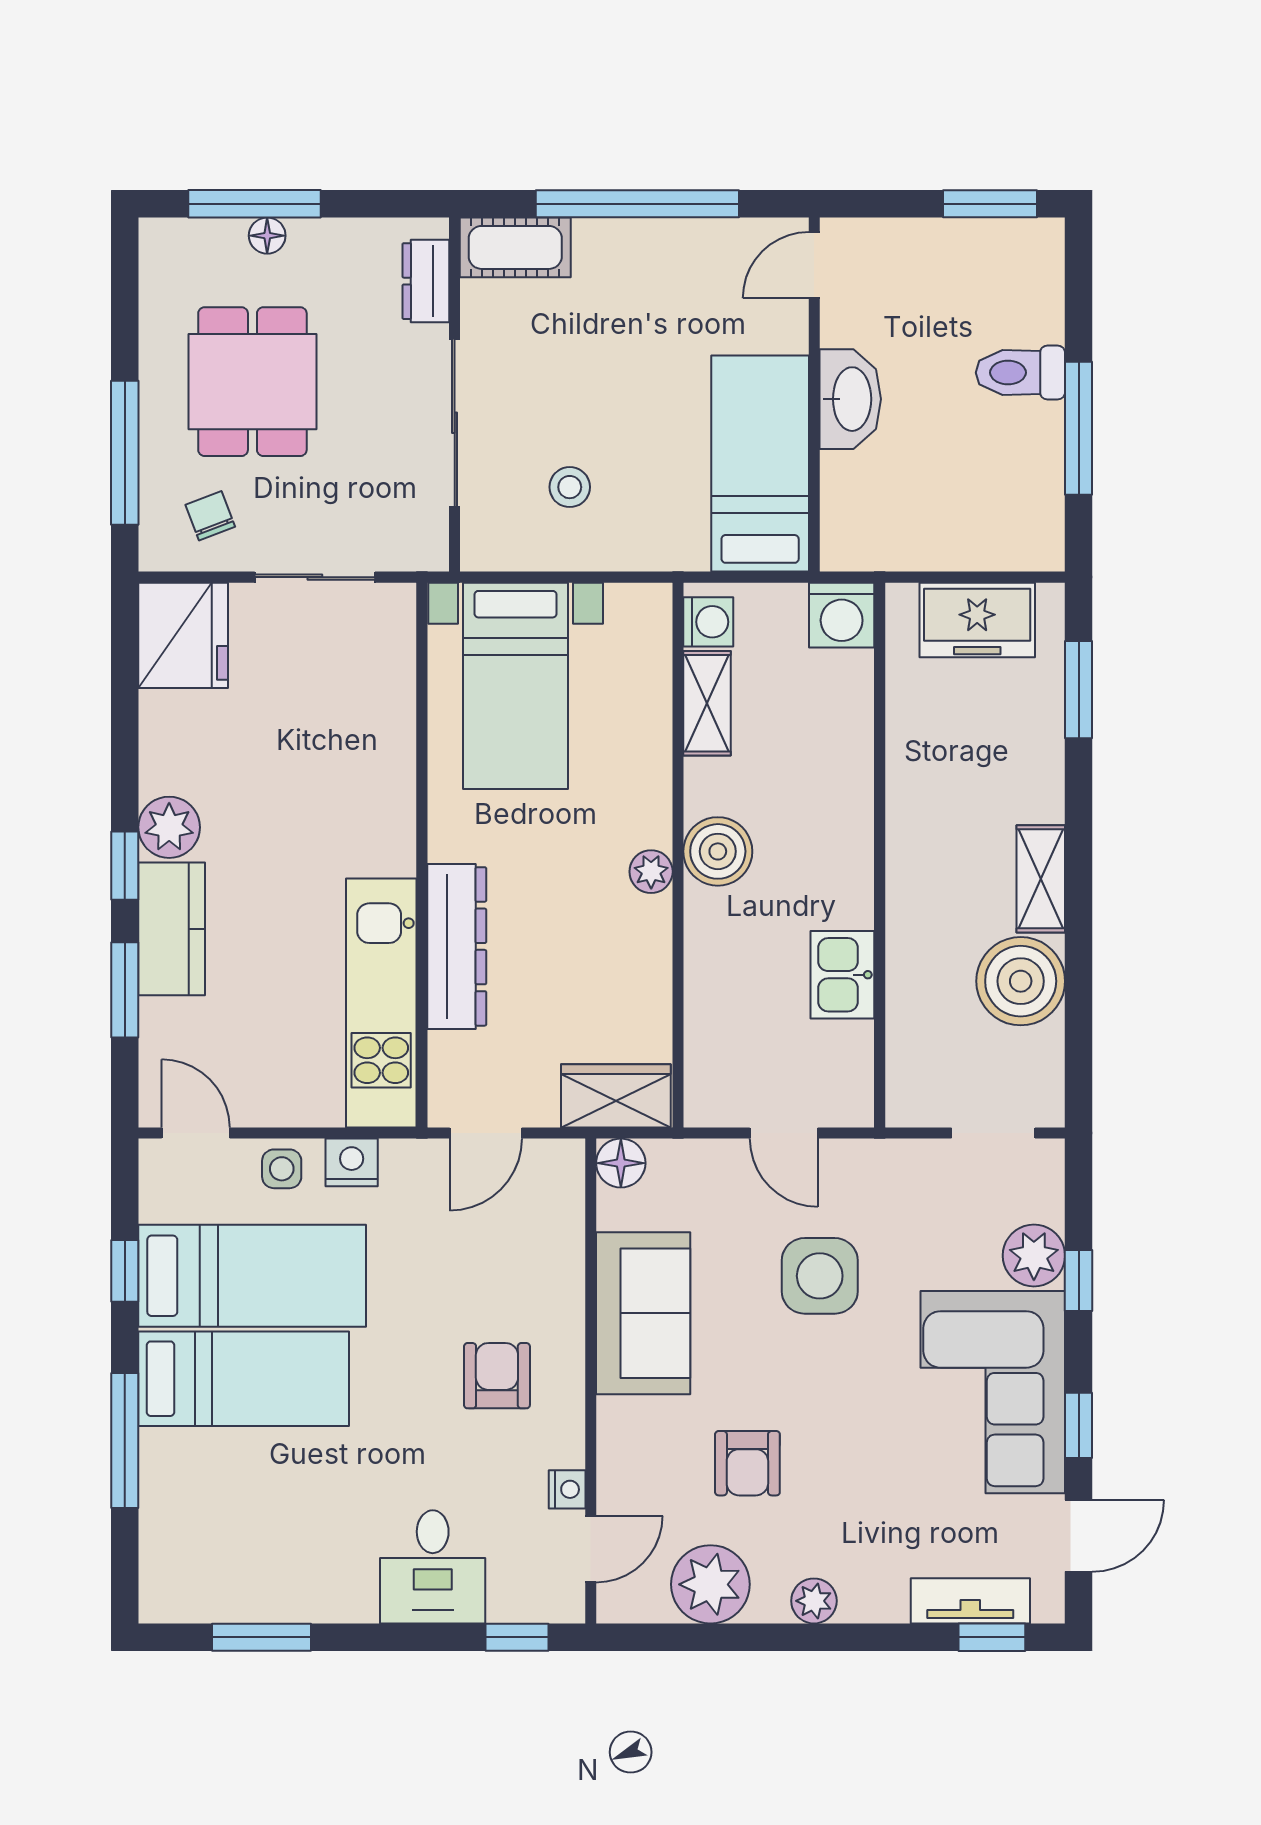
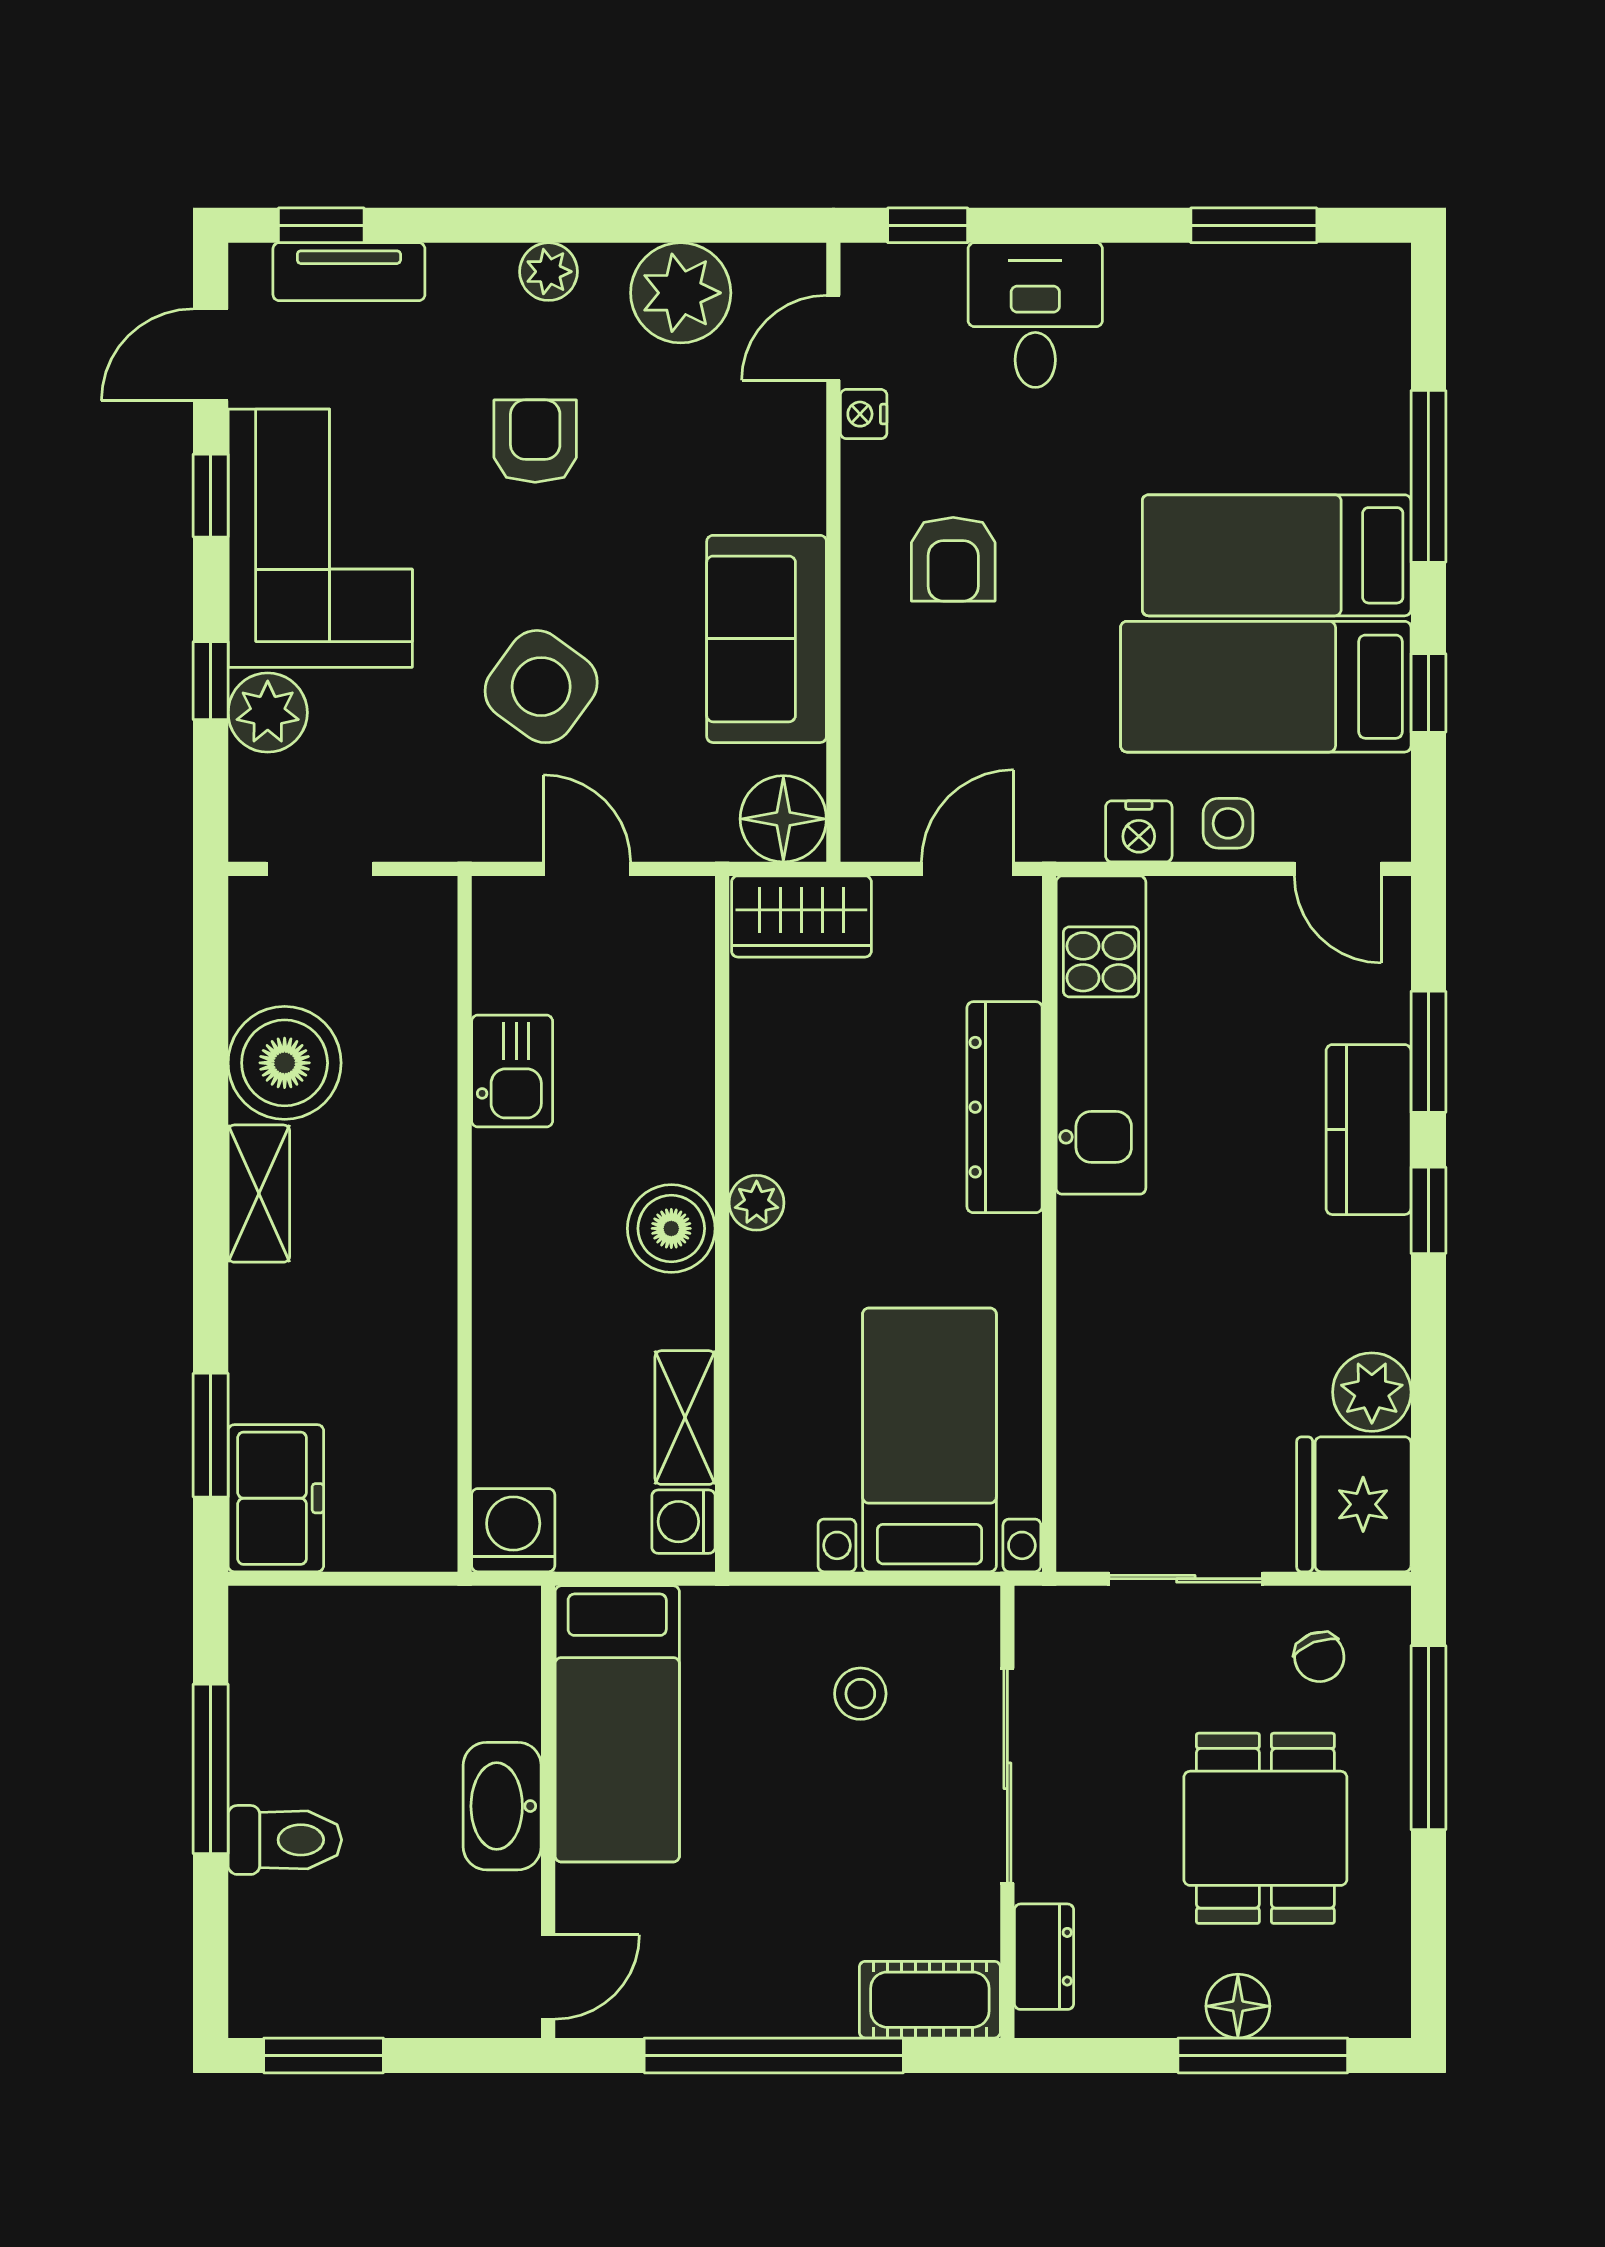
floor lamp: (267, 236) -> (1238, 2006), width x1.37, depth x1.37
freezer: (977, 620) -> (276, 1498), moved, turned 90
plant: (169, 827) -> (1372, 1392), moved
floor lamp: (621, 1163) -> (783, 819), width x1.38, depth x1.38
side table: (820, 1276) -> (541, 687), turned 36
armchair: (747, 1463) -> (535, 441), moved

